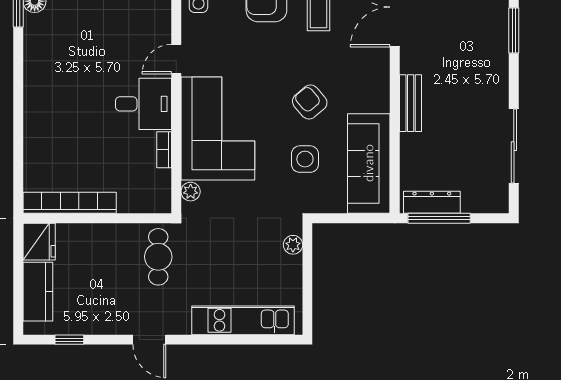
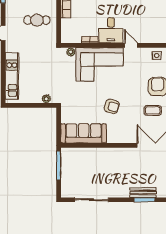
armchair: (310, 102) -> (112, 106), turned 55
bench: (411, 103) -> (143, 193), moved
side table: (305, 159) -> (86, 104), removed
dresser: (432, 202) -> (66, 162), removed
cafe table: (158, 257) -> (37, 20), moved

